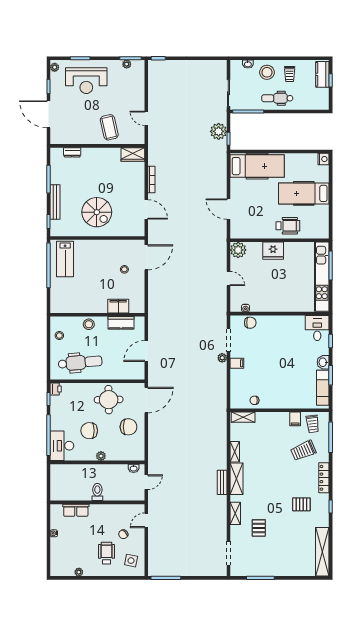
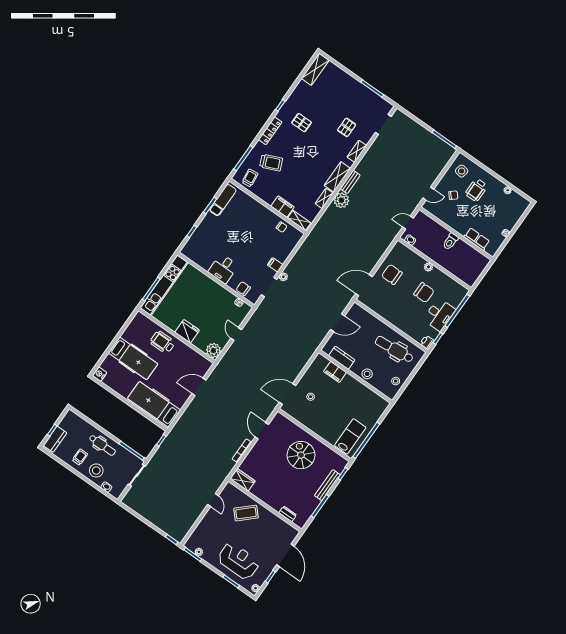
coffee table: (109, 127) -> (246, 513), turned 60
plant: (219, 131) -> (341, 200), moved
door: (228, 209) -> (199, 387), swing flipped
desk: (317, 328) -> (223, 269), moved
washbasin: (323, 362) -> (209, 219), removed
round table: (109, 400) -> (392, 306), removed
filing cabinet: (295, 419) -> (283, 207), moved, width x2.00
desk: (62, 446) -> (439, 315), moved
shelving: (322, 552) -> (315, 69), width x0.68

